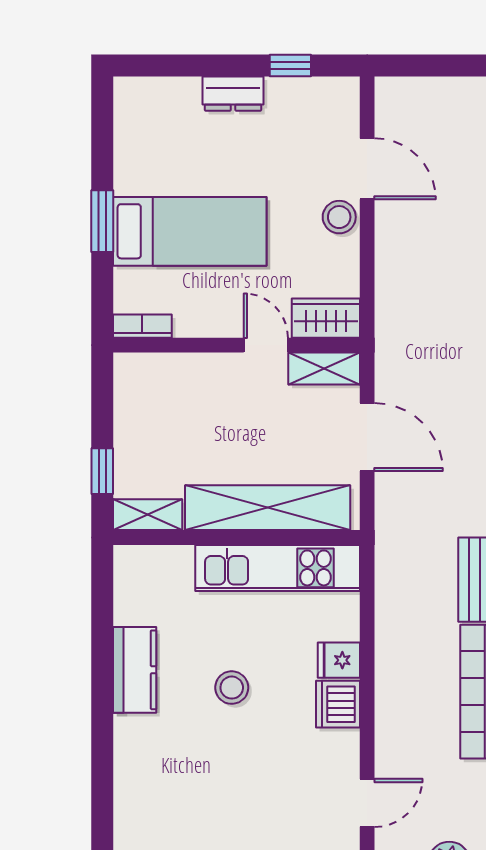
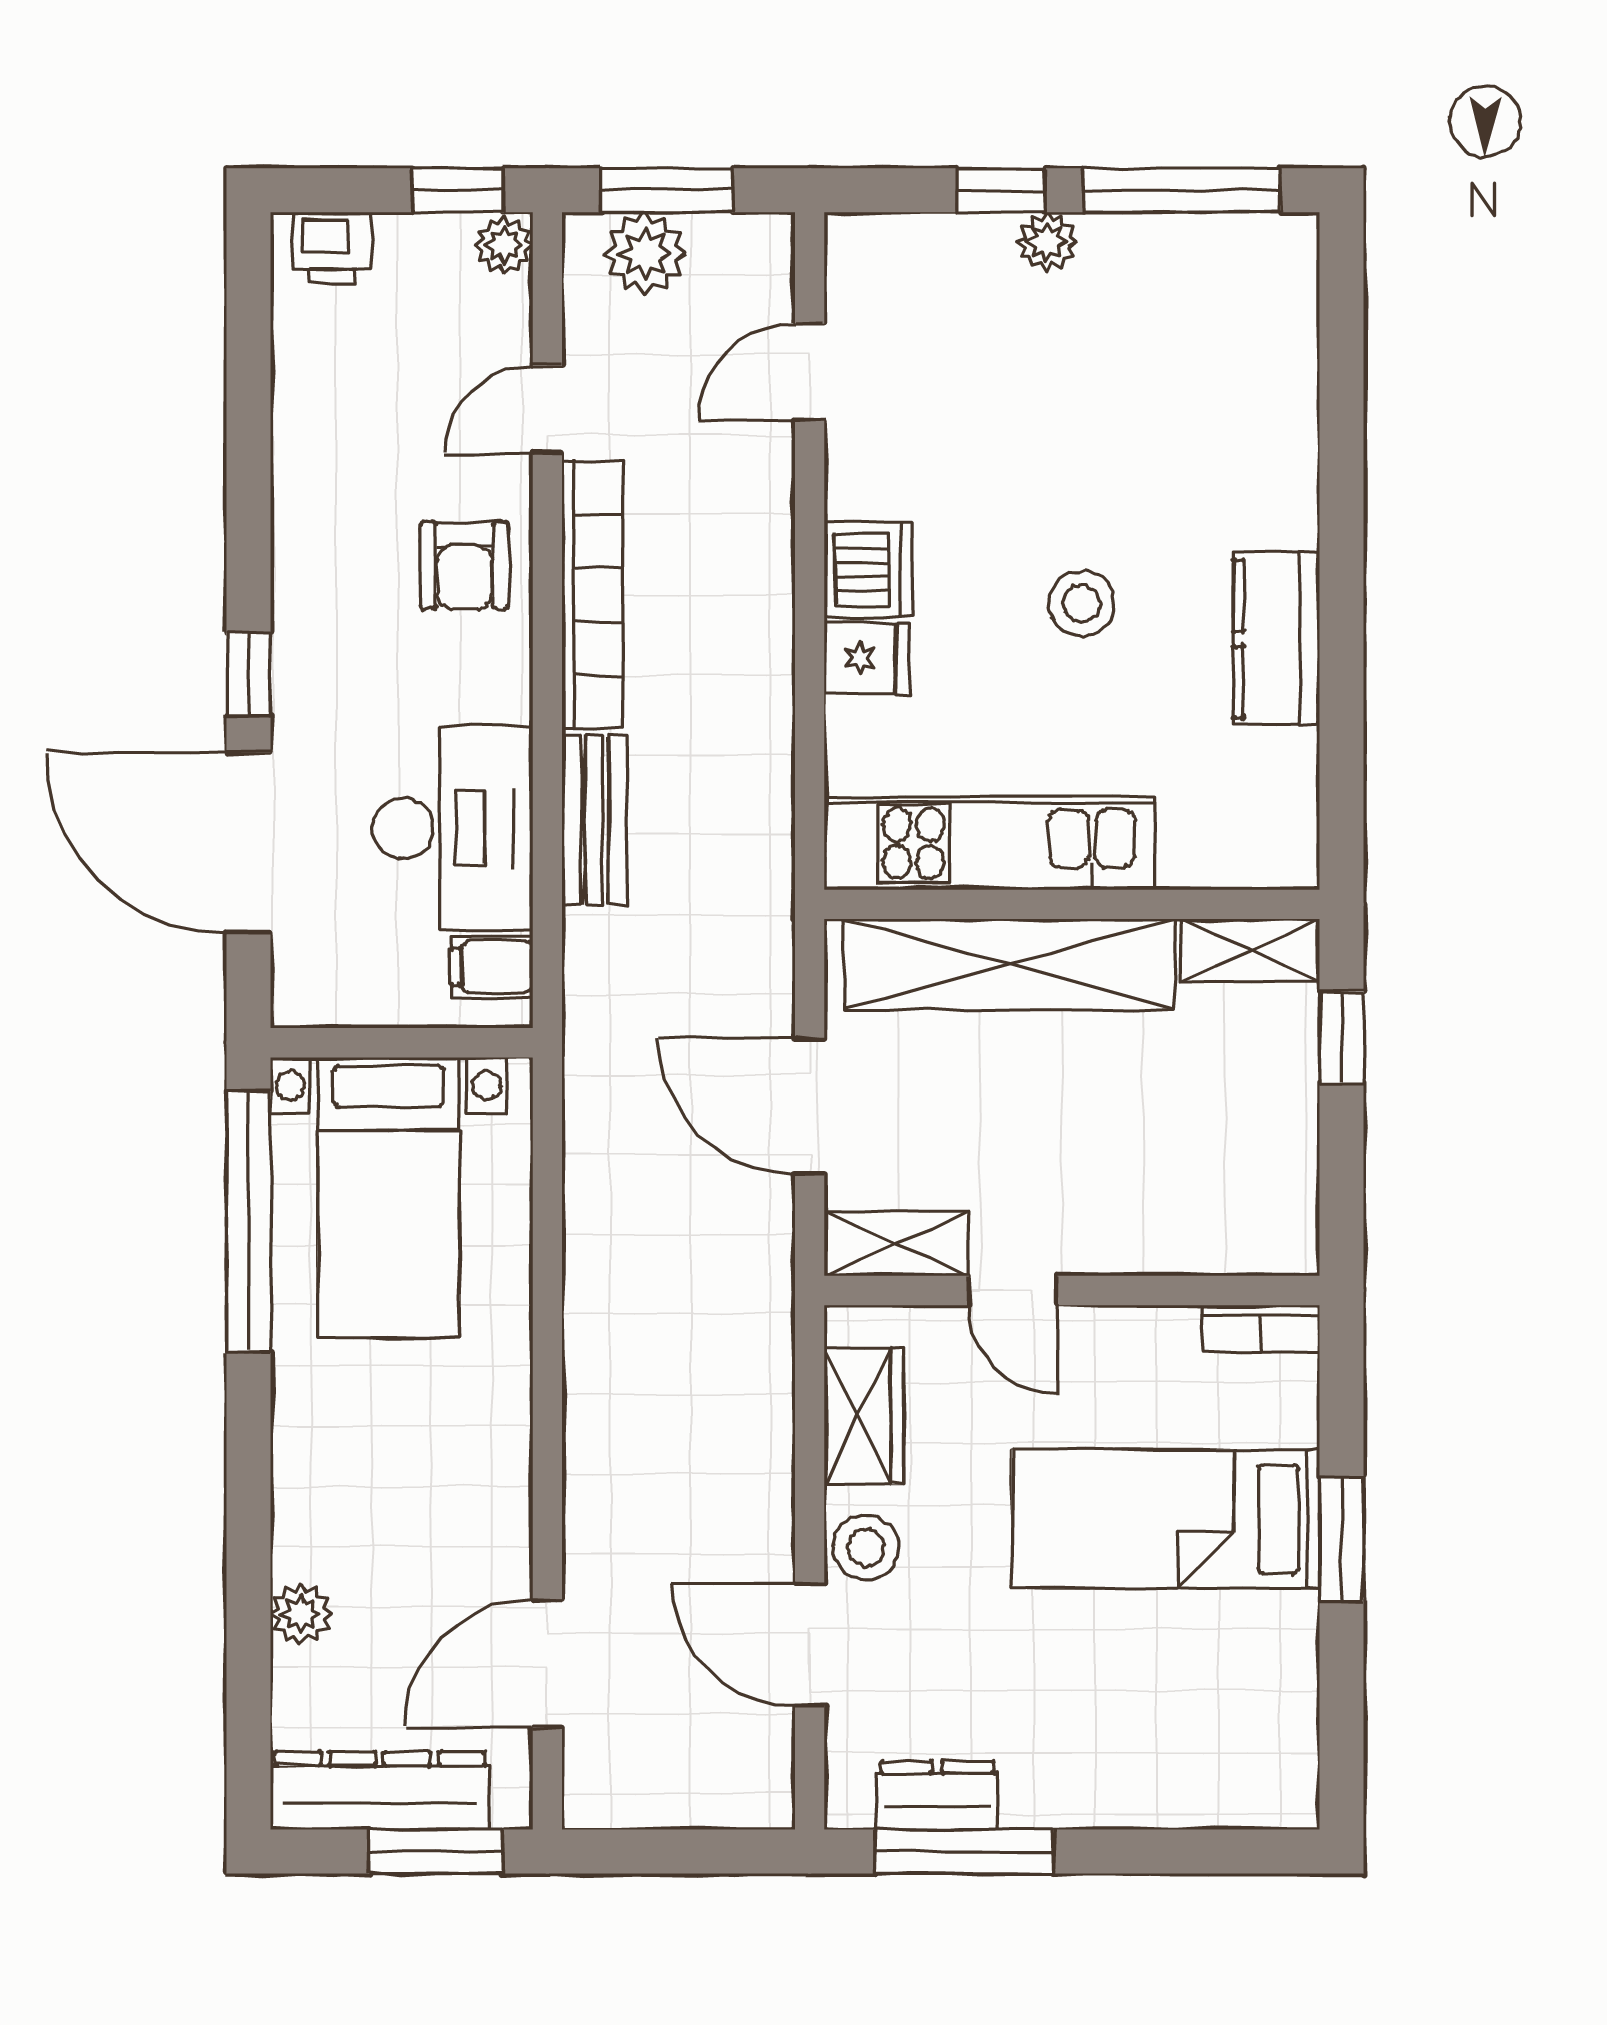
window: (290, 66) -> (964, 1852), width x2.17
dresser: (233, 94) -> (937, 1795), moved
wardrobe: (326, 318) -> (864, 1416), moved, turned -90

